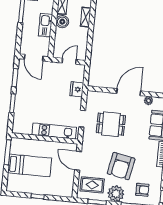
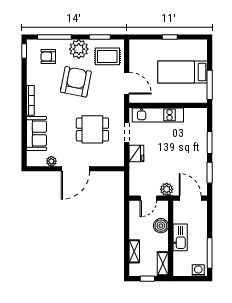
boiler: (62, 22) -> (161, 226), moved
plant: (53, 67) -> (167, 189), added
fridge: (77, 89) -> (136, 153), moved

